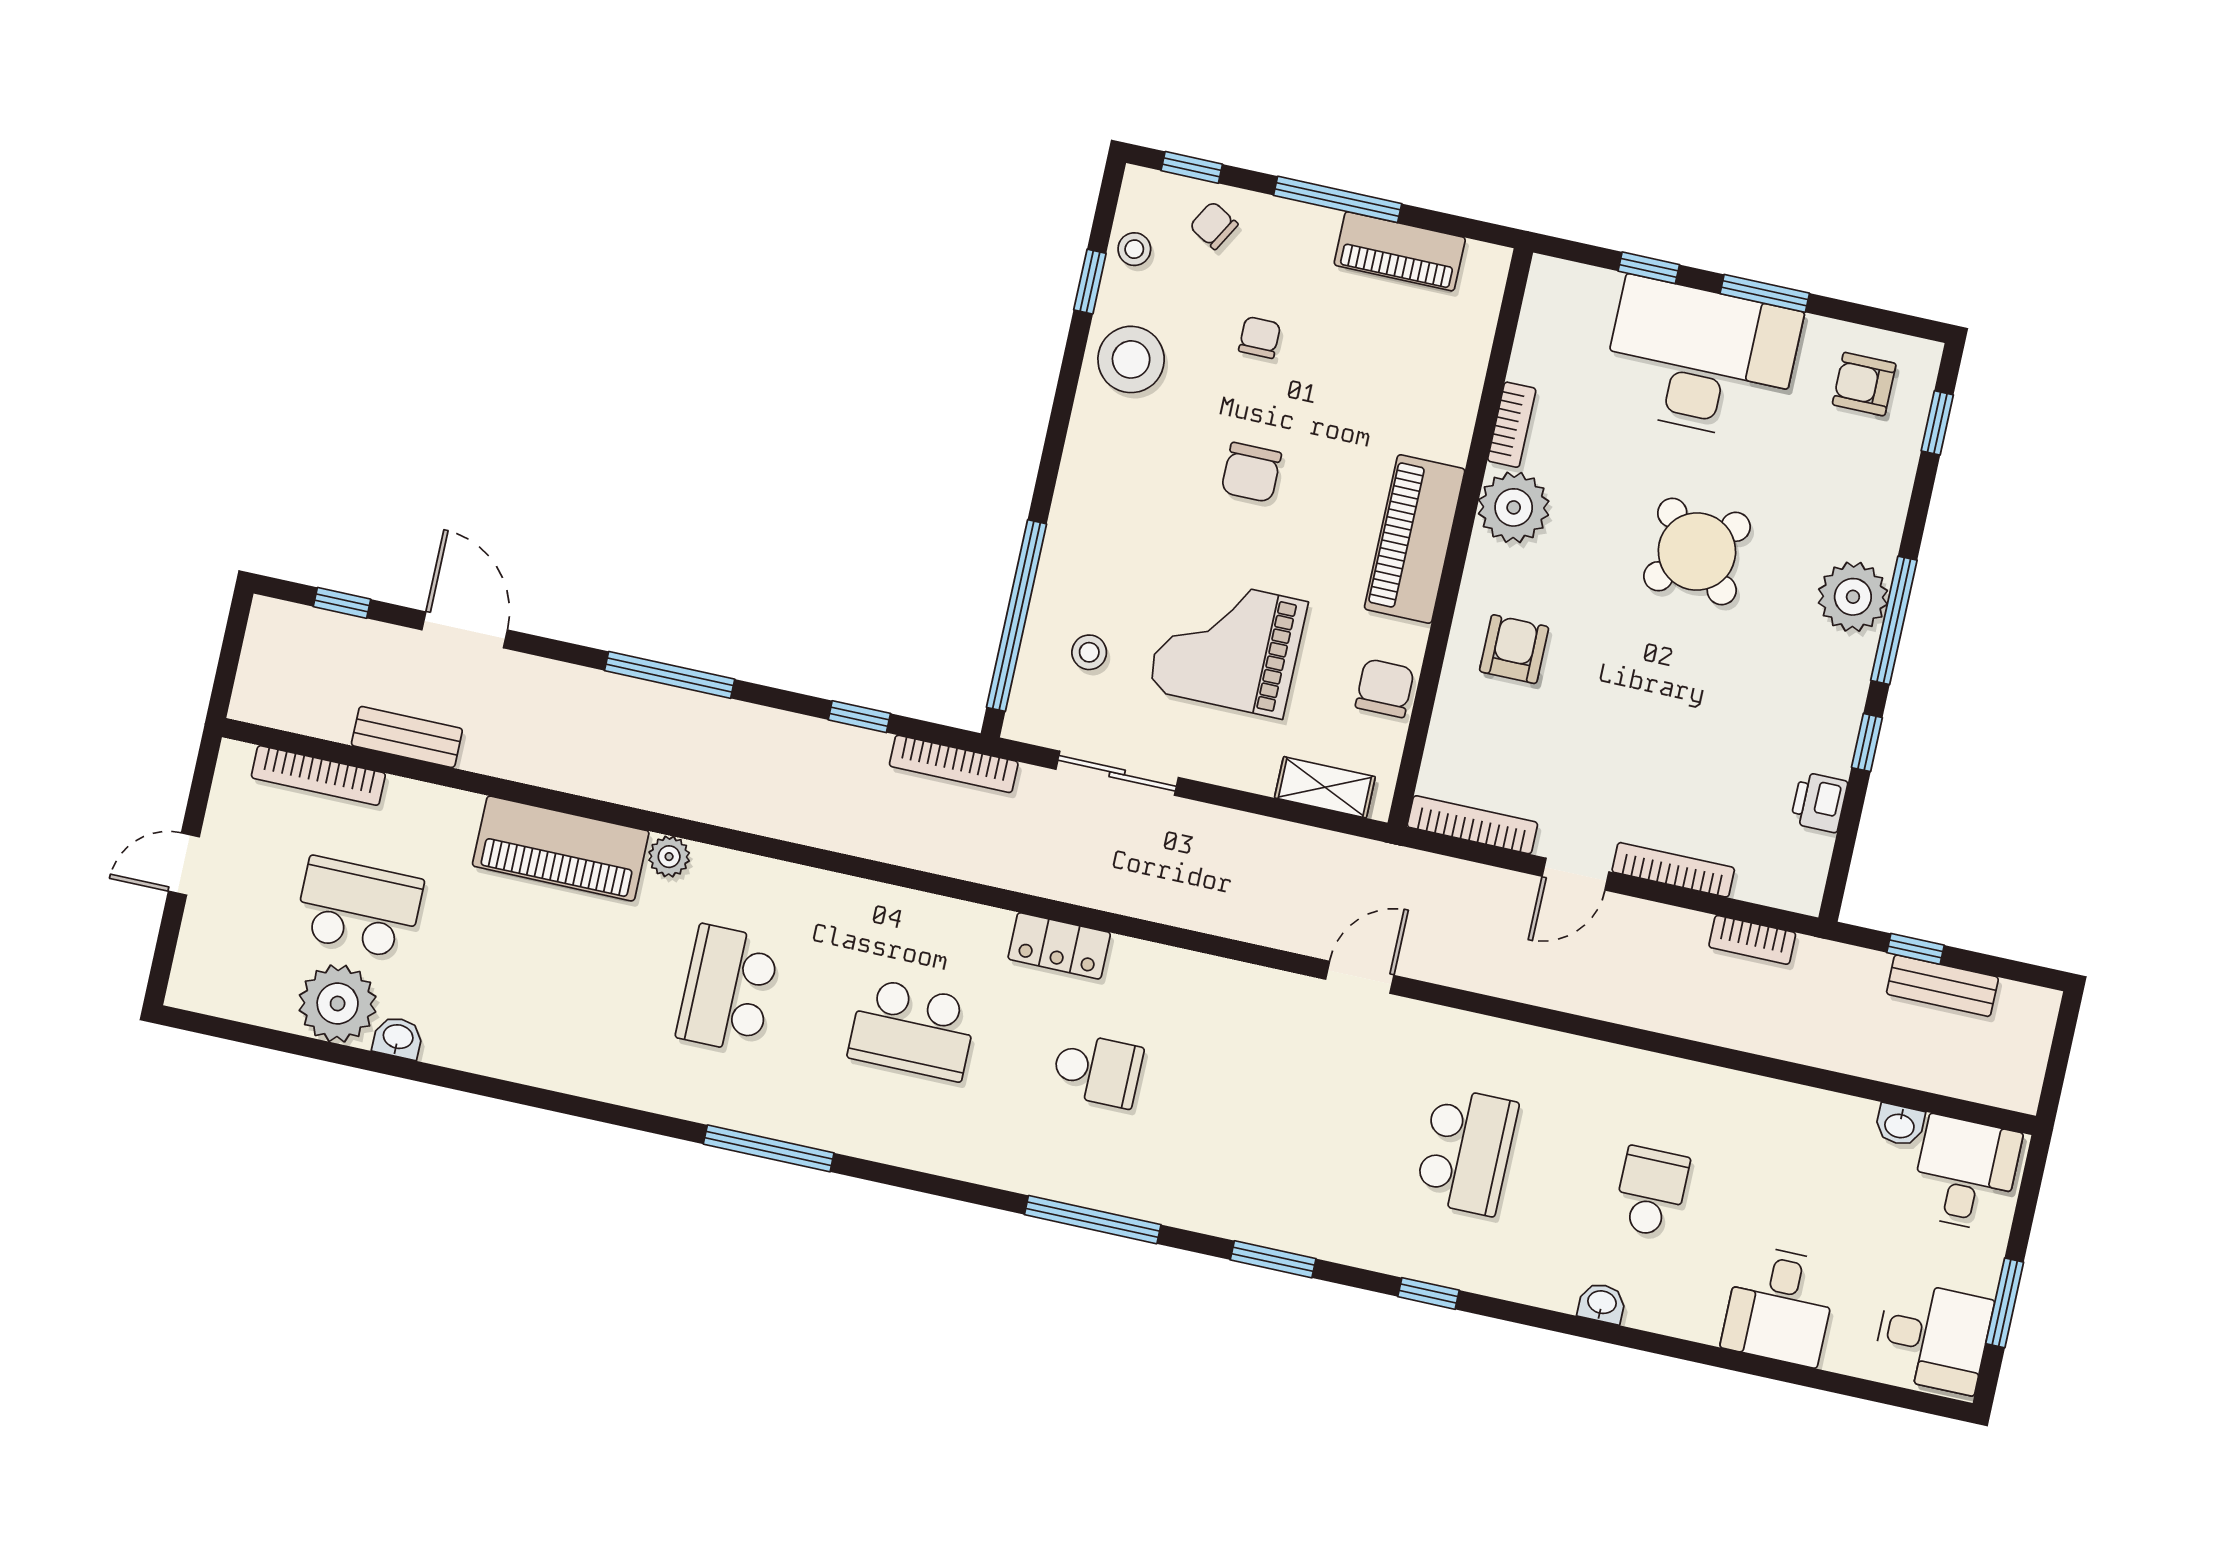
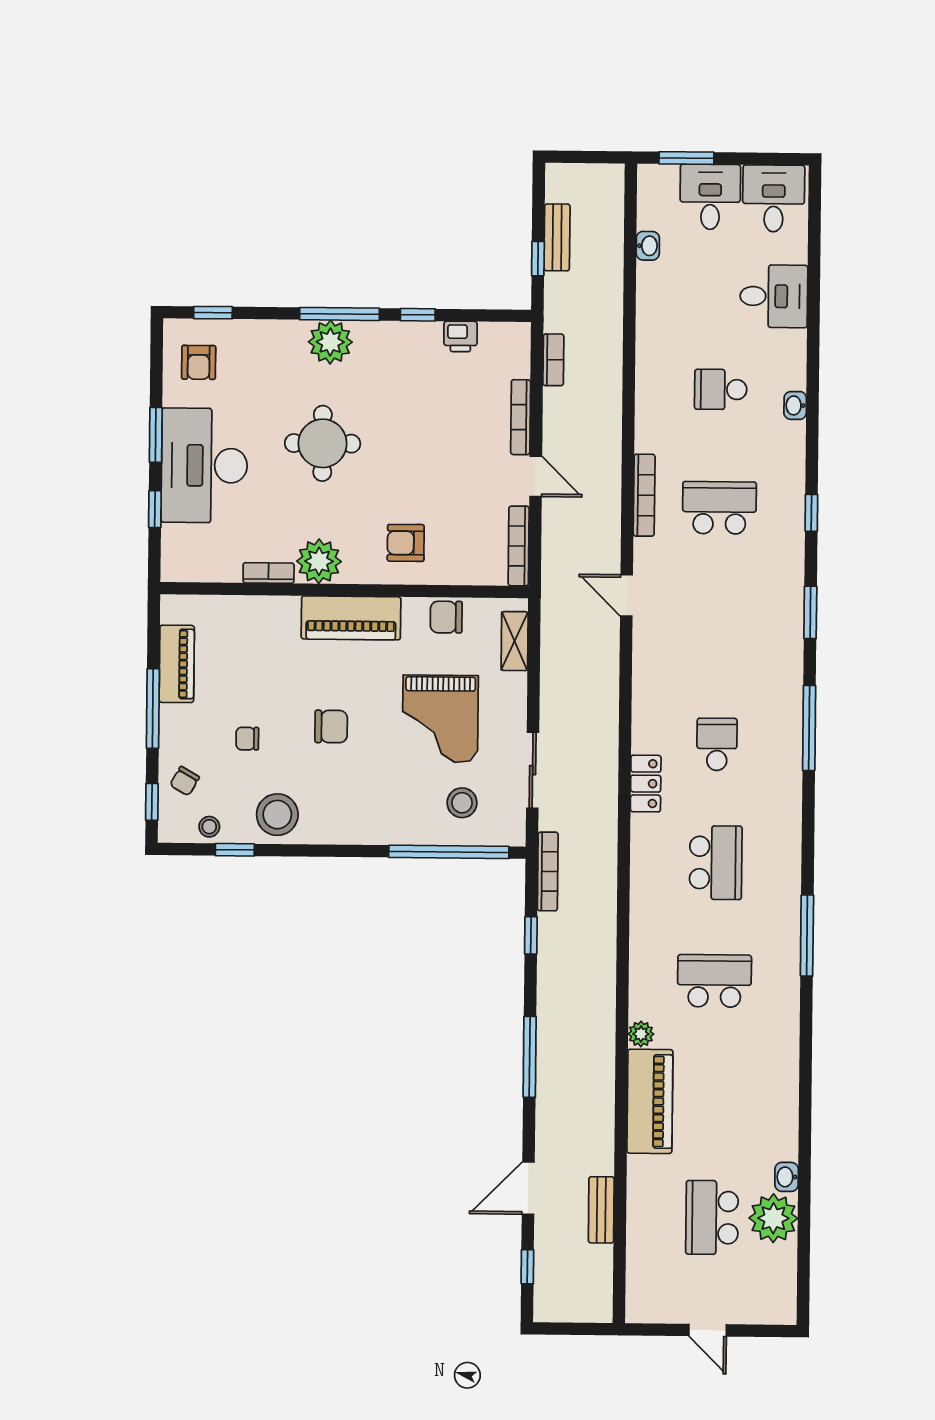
round table: (1697, 552) -> (323, 443), turned 45
stool: (1089, 652) -> (462, 803), width x1.37, depth x1.37
bookcase: (318, 775) -> (644, 495), moved
school desk: (728, 989) -> (714, 981), turned 180
desk: (1966, 1174) -> (710, 197), moved, turned 90
window: (2005, 1303) -> (686, 158), moved

